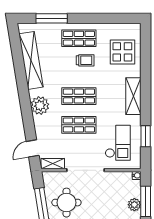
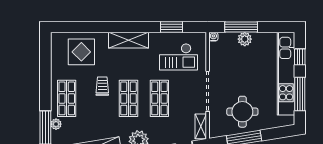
plant: (55, 28) -> (56, 124), added
trolley: (85, 60) -> (102, 86), moved
checkout: (118, 143) -> (179, 57), turned 180

